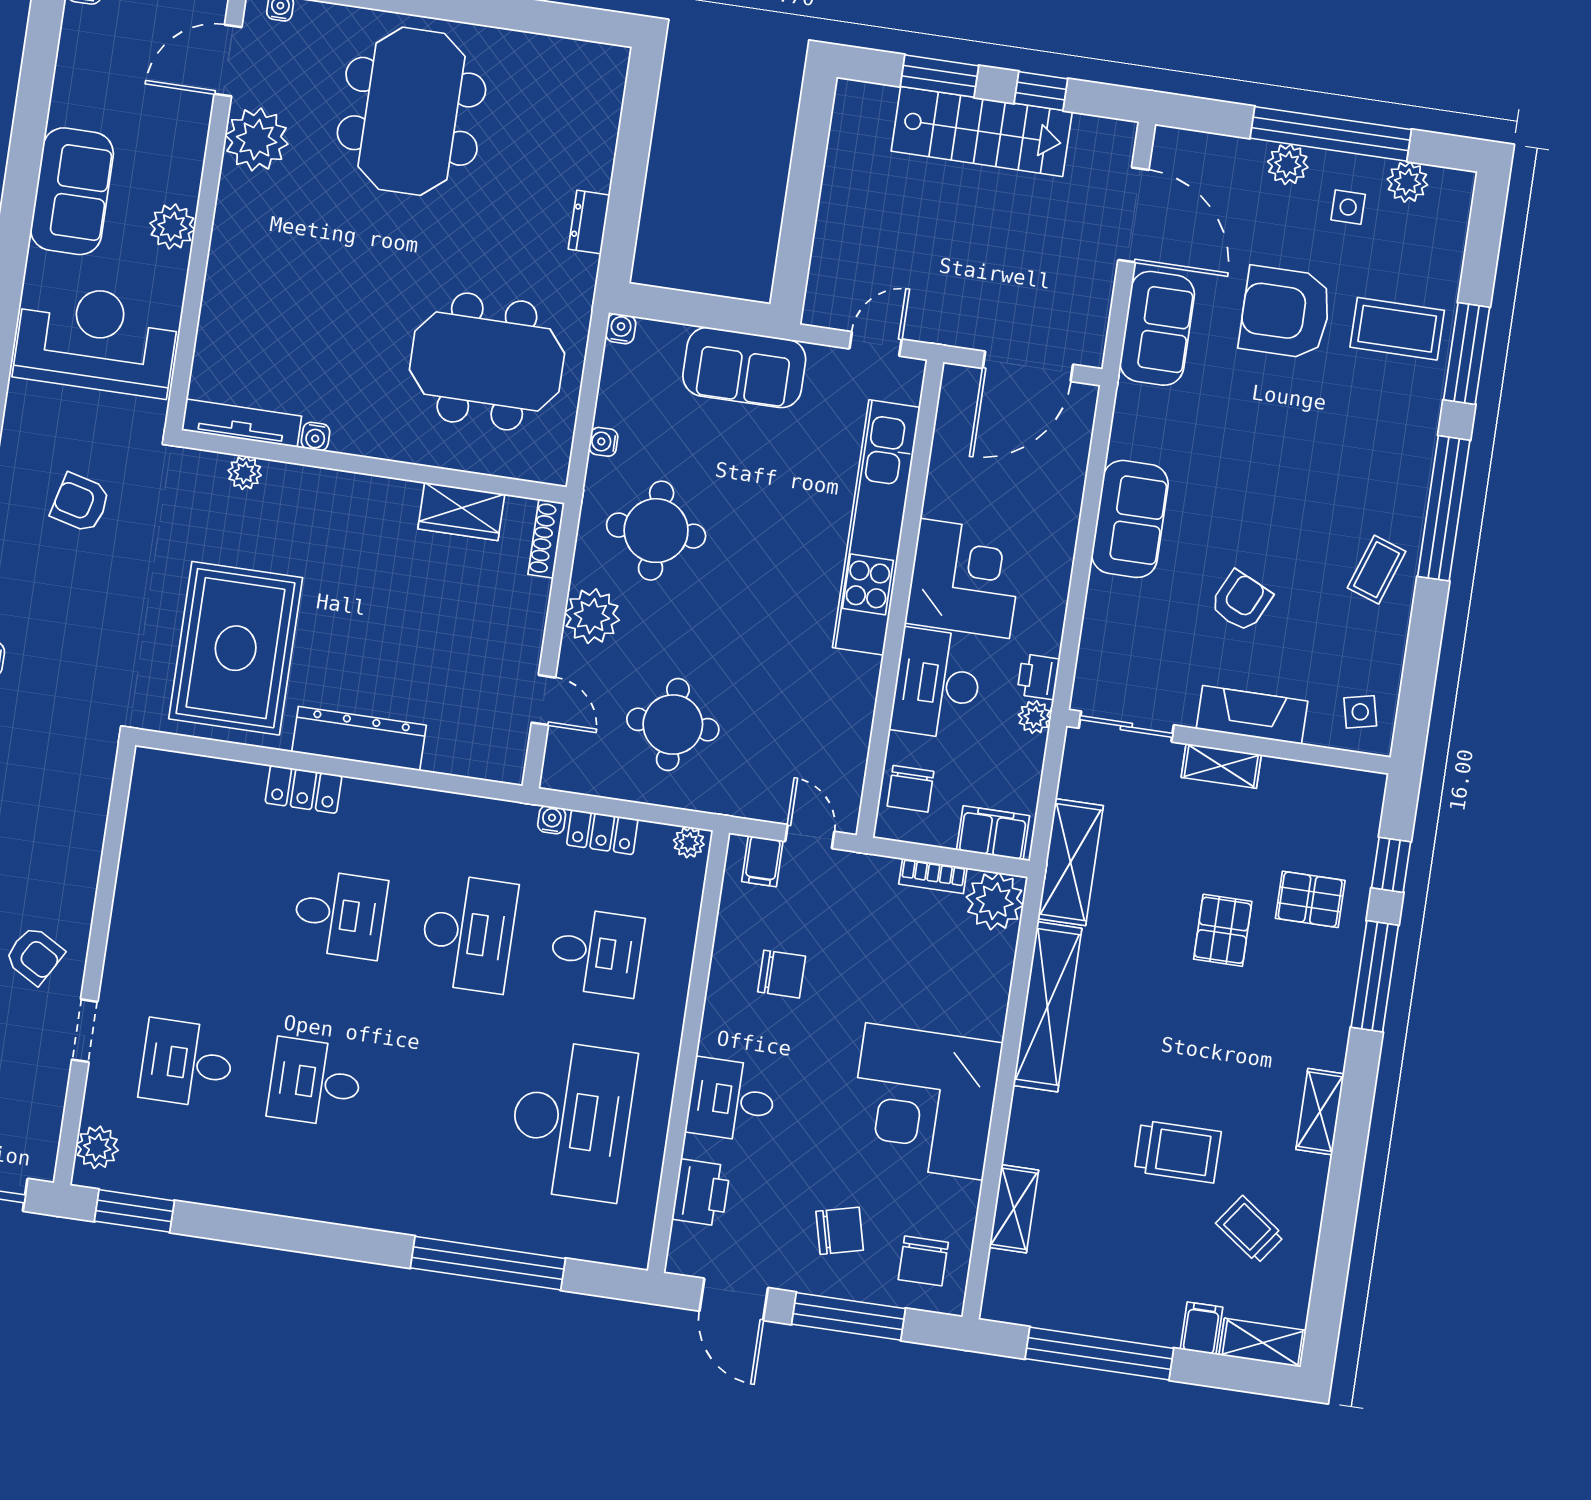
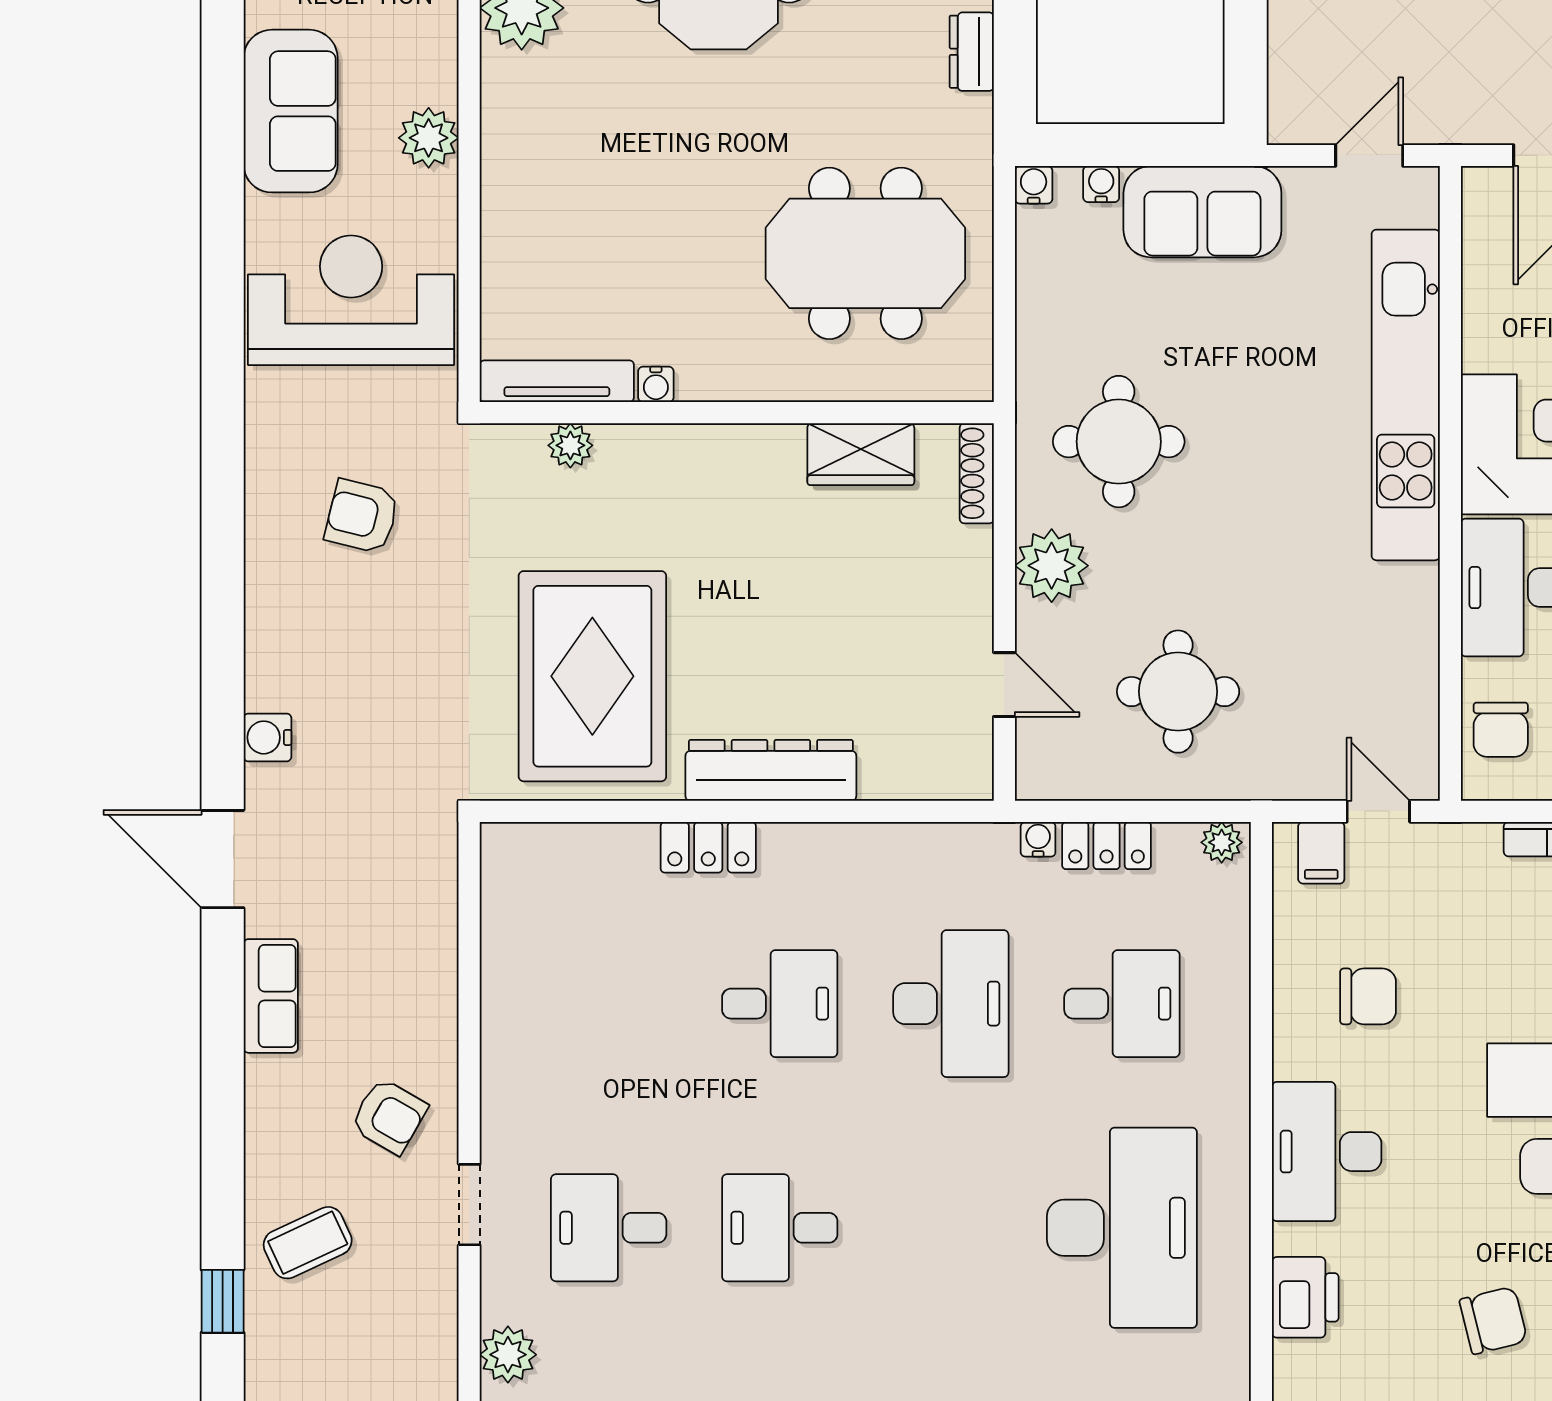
water cooler: (603, 442) -> (1101, 184), moved, turned 90
desk: (731, 1100) -> (1327, 1152), width x1.37

